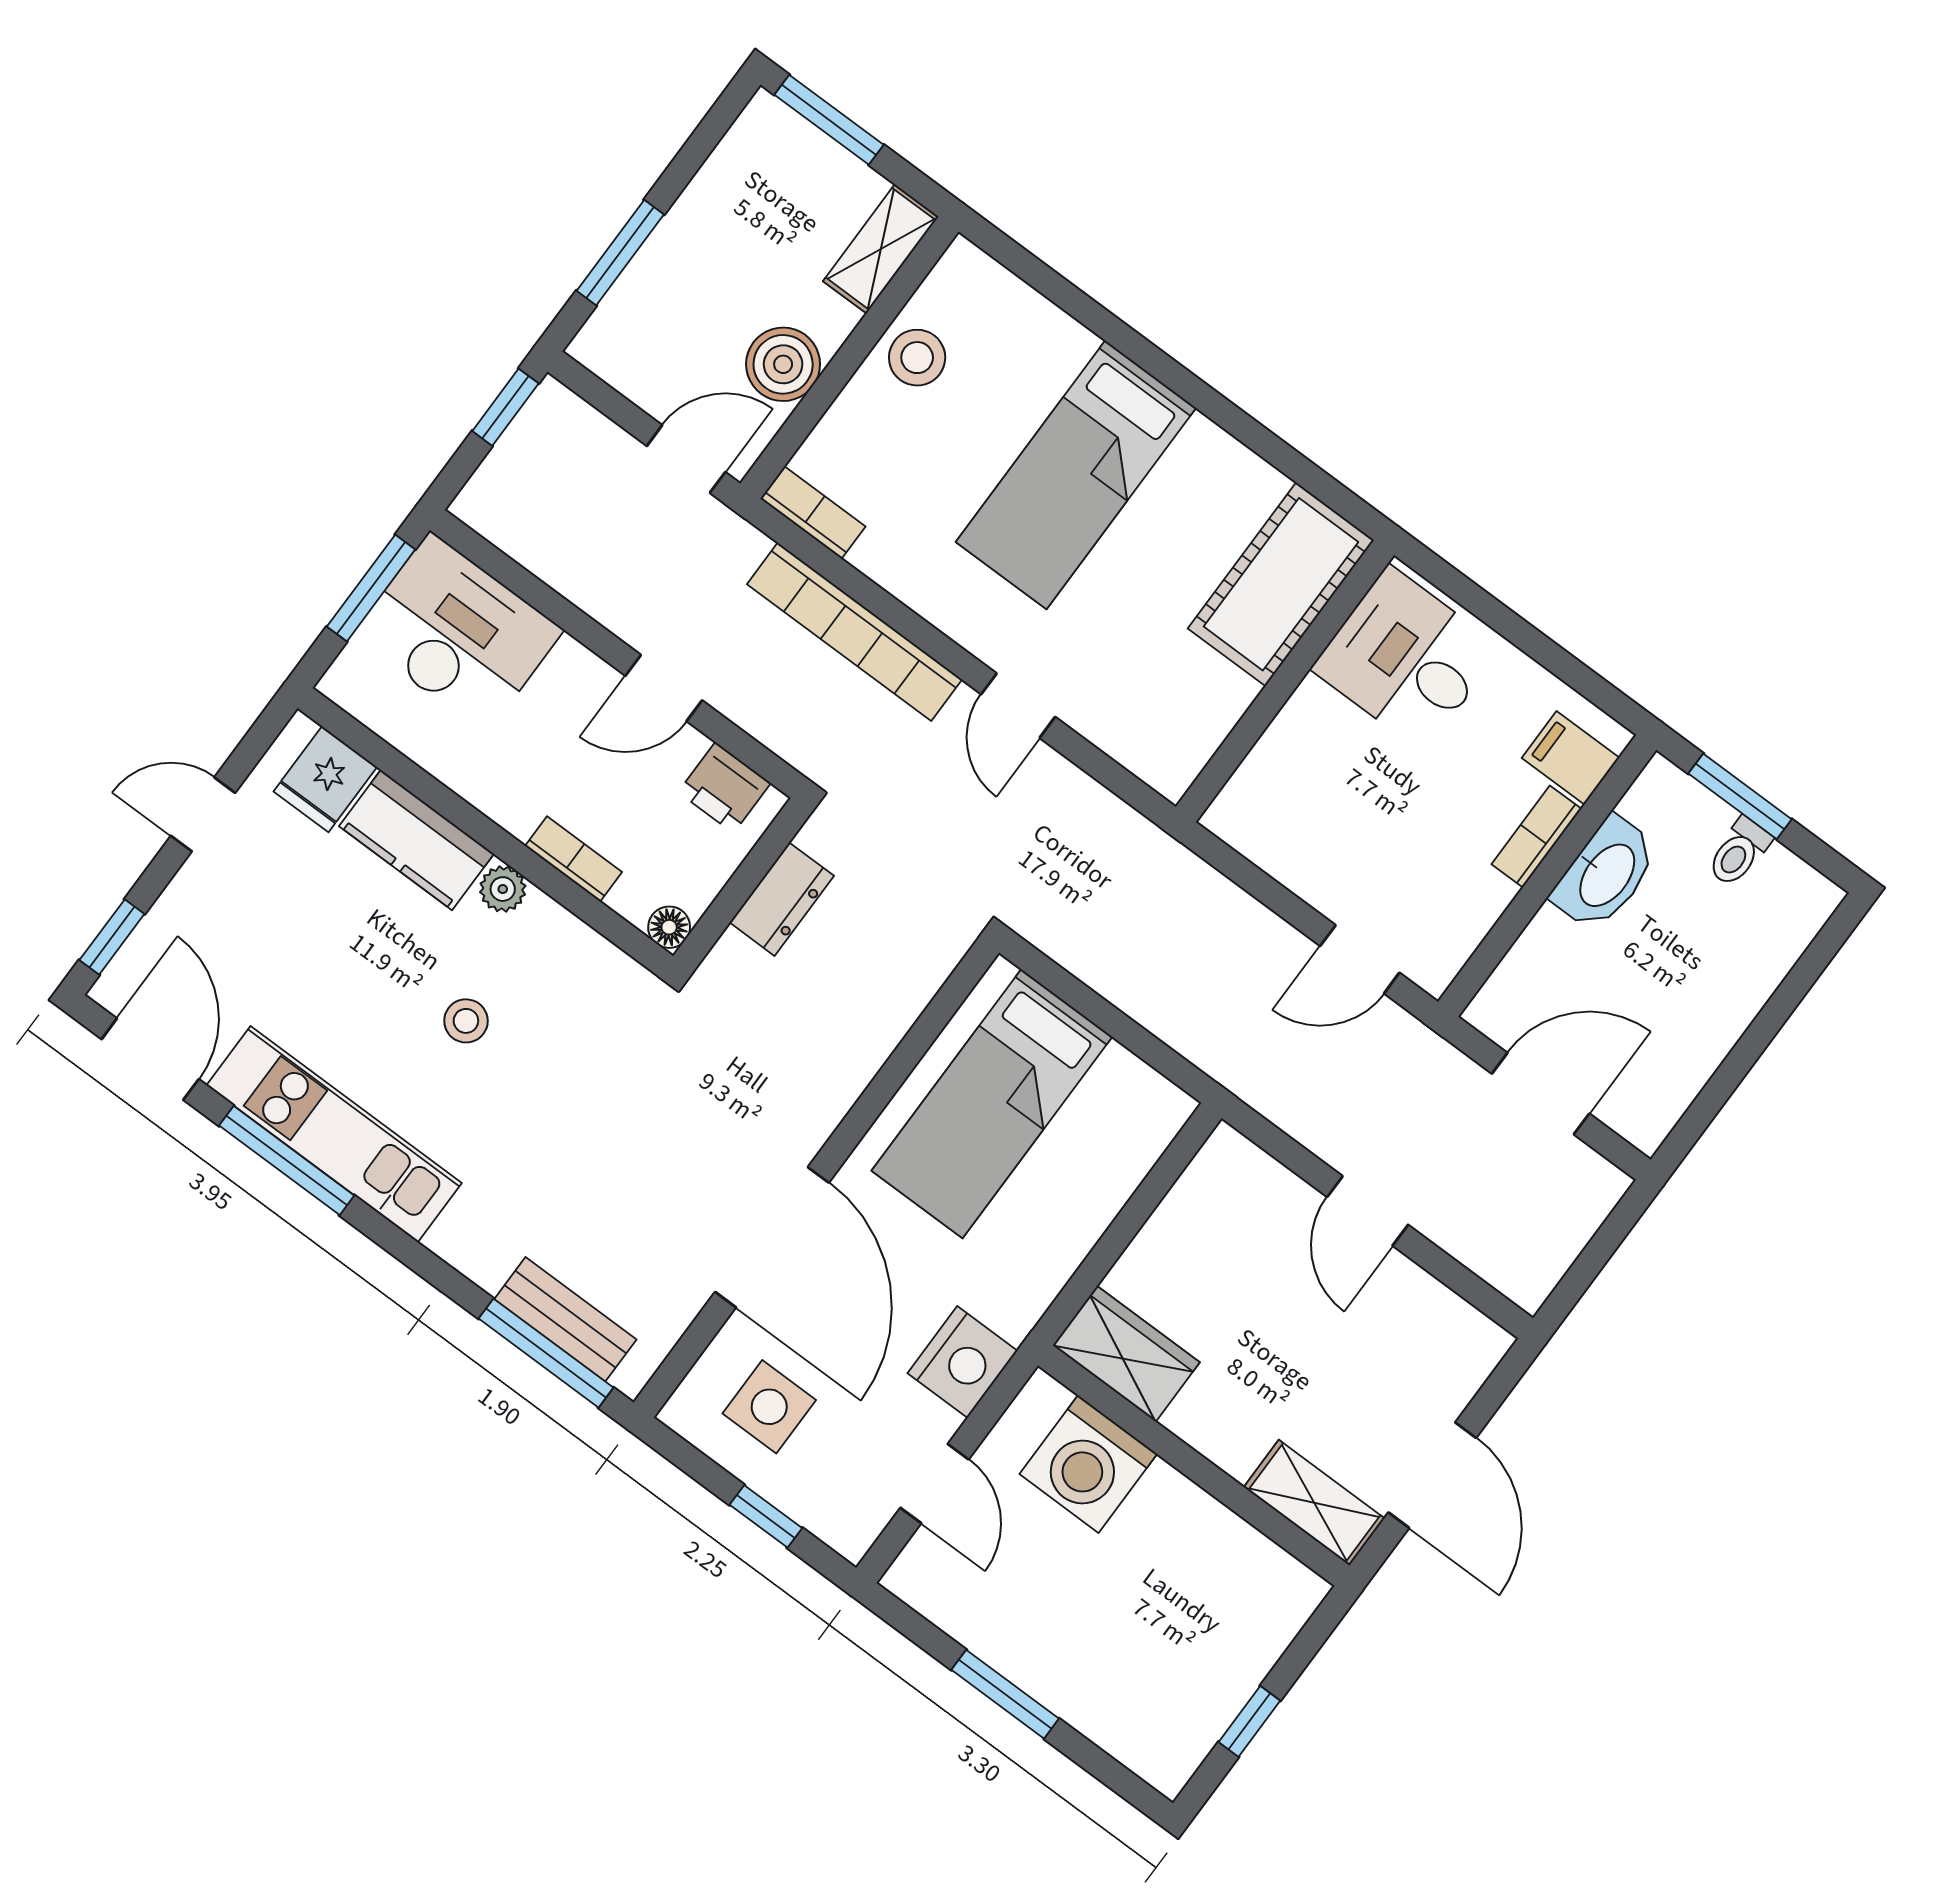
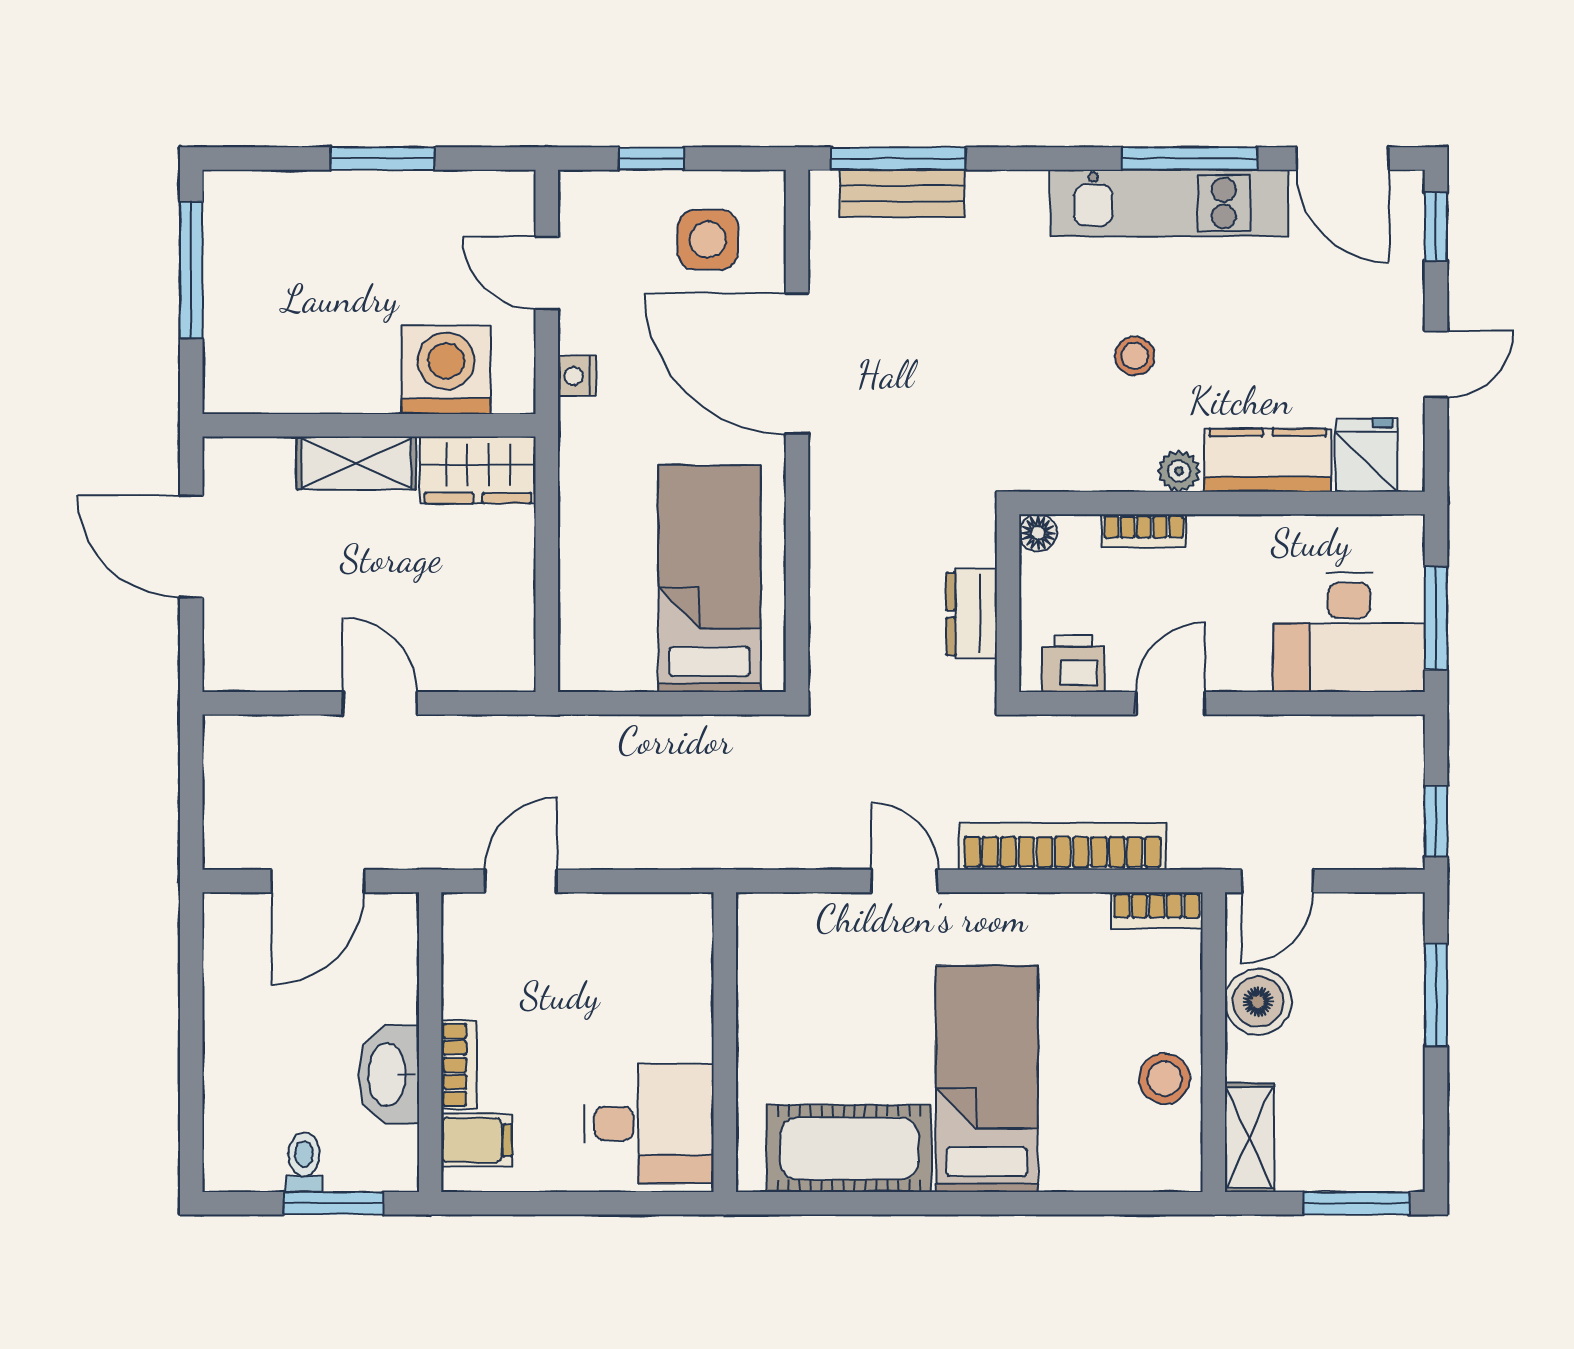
cot: (1281, 584) -> (849, 1148), moved, turned 90
nightstand: (963, 1362) -> (577, 376), width x0.53, depth x0.56
shelving: (1314, 1503) -> (356, 463), moved
window: (1249, 1721) -> (191, 270), width x2.17

